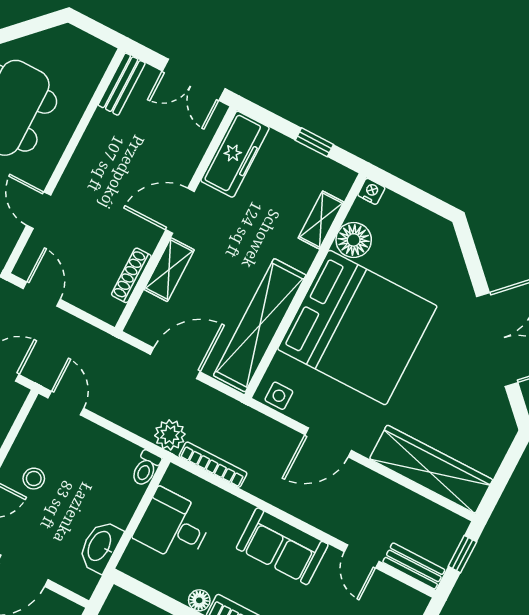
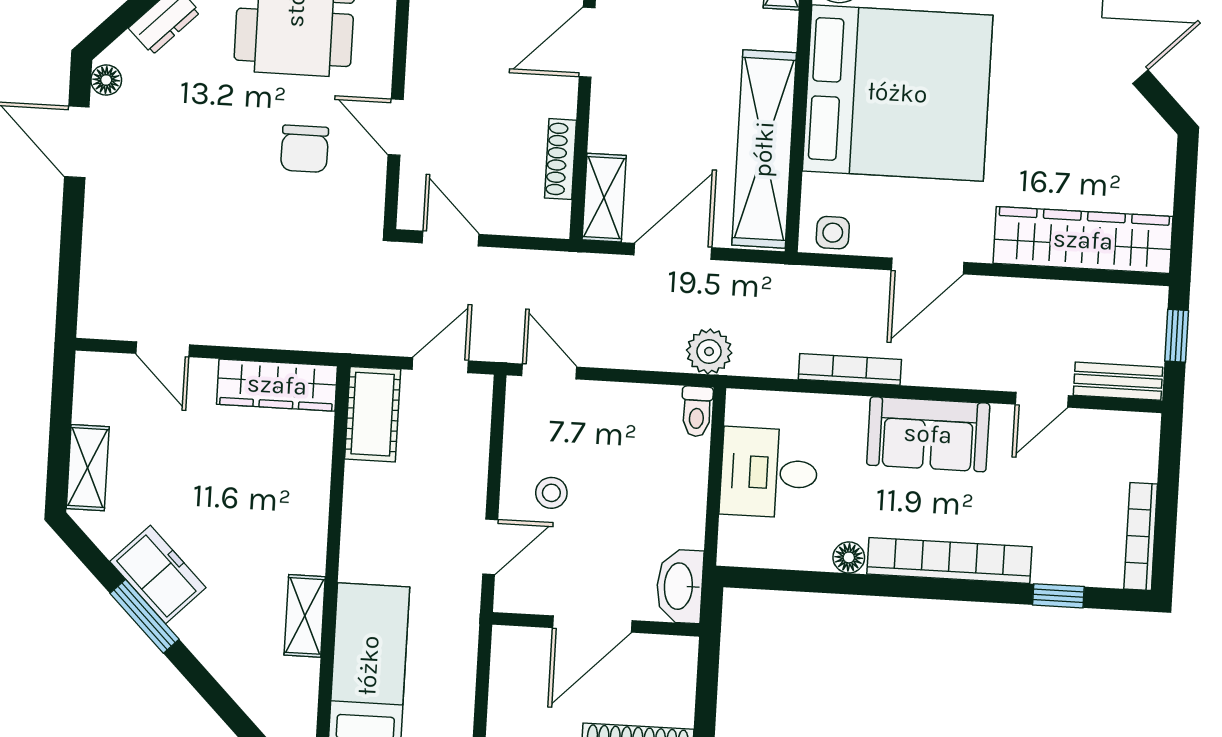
shelving: (169, 270) -> (604, 198), moved
bookcase: (213, 465) -> (850, 369), moved
washbasin: (100, 546) -> (680, 586), moved
door: (362, 556) -> (1042, 400), hinge flipped

